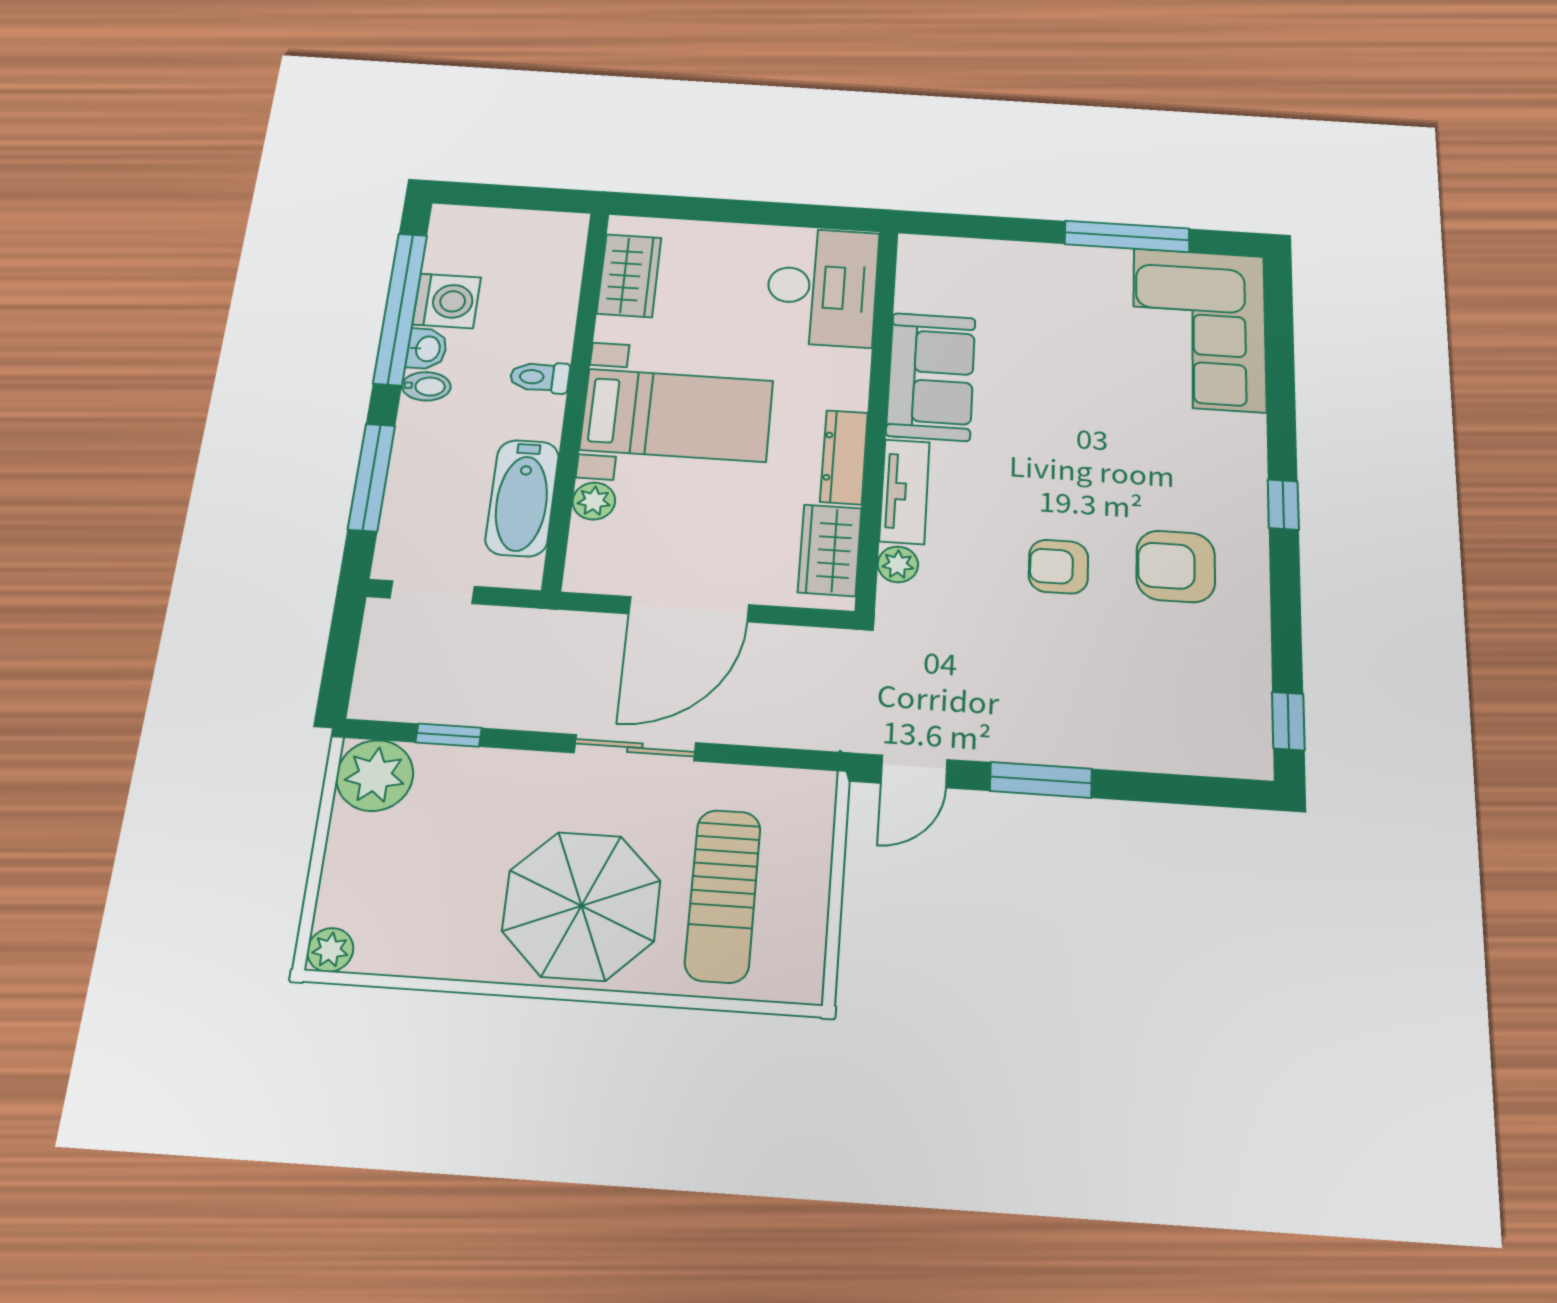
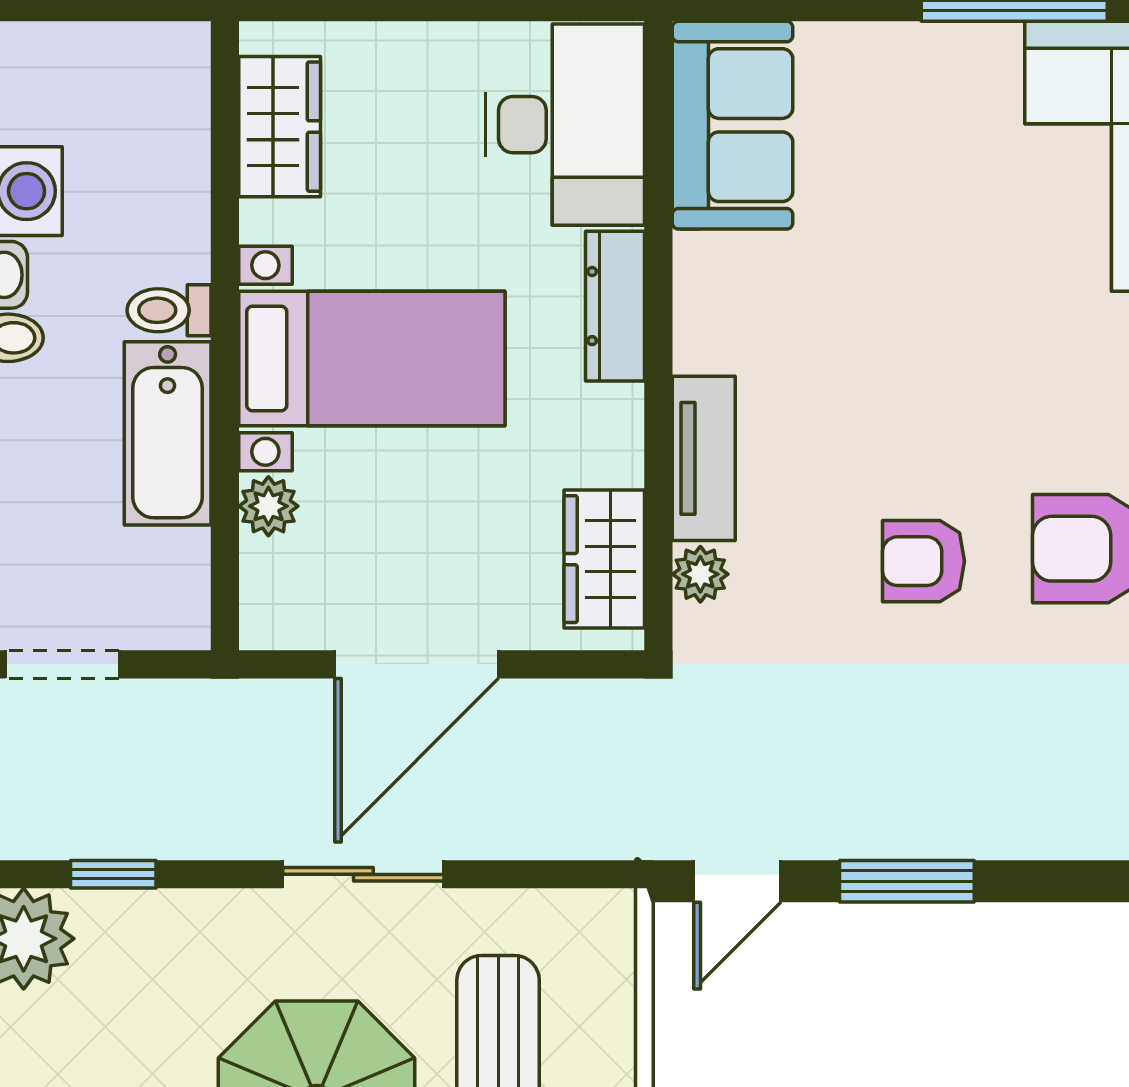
sofa: (931, 377) -> (733, 125), moved
dresser: (844, 457) -> (615, 306), moved
bathtub: (522, 498) -> (168, 433), moved

